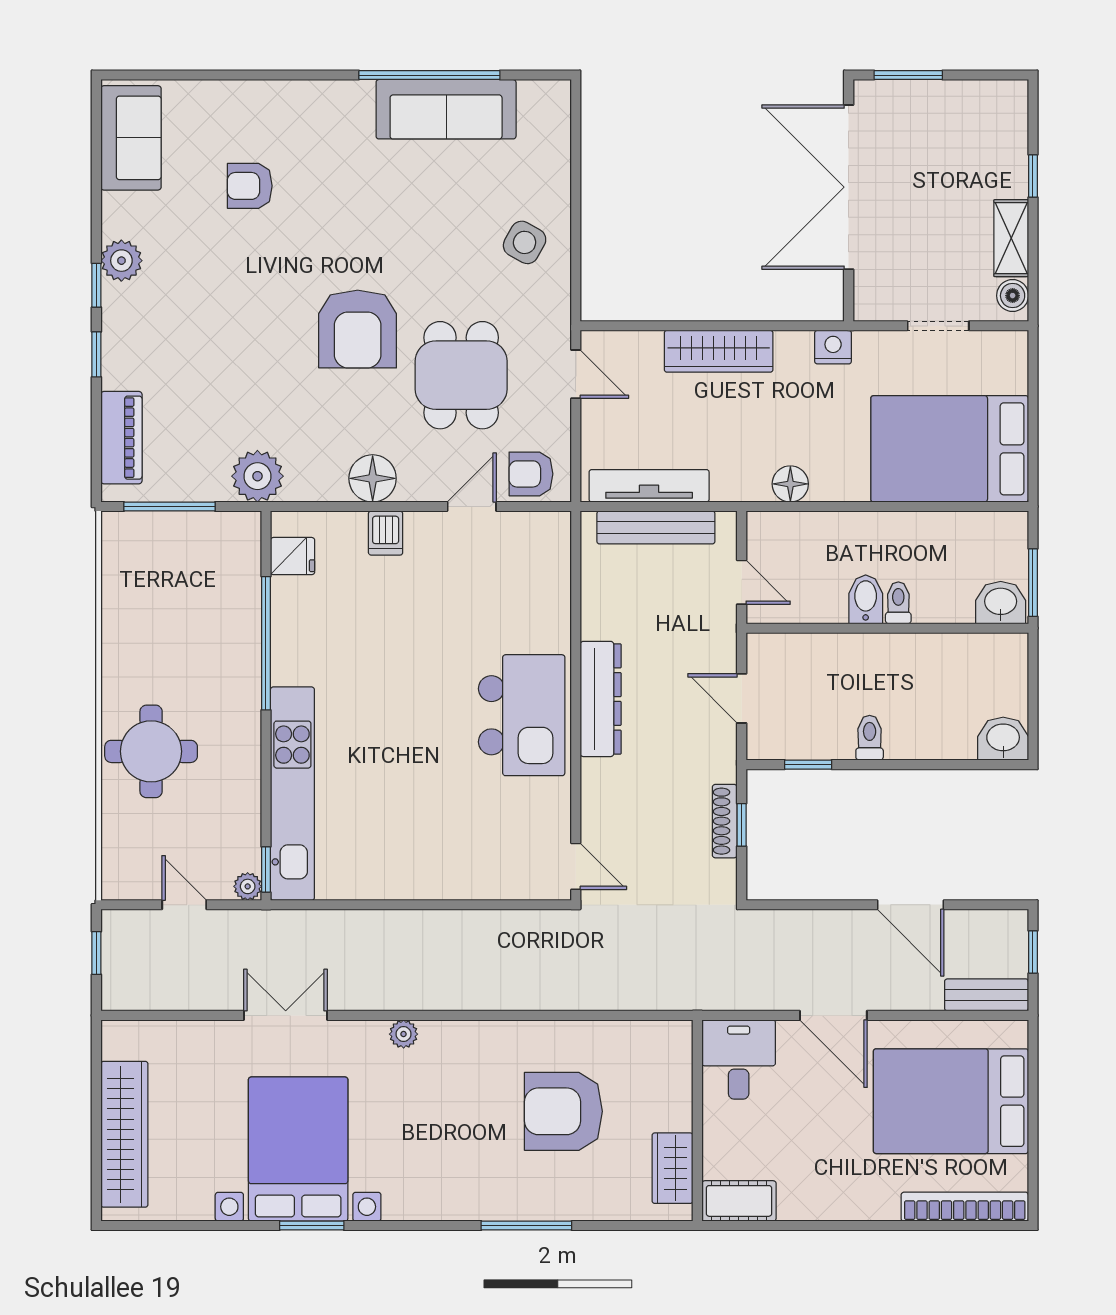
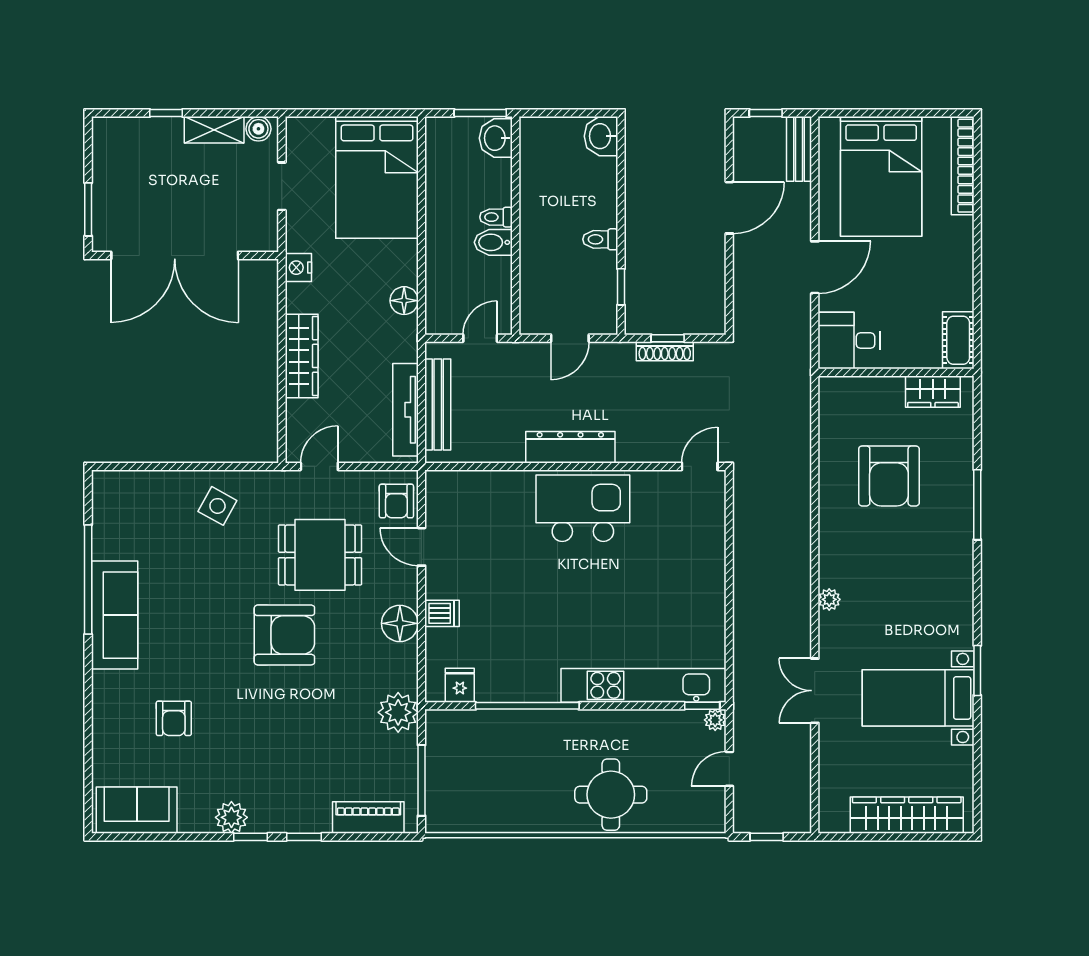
sofa: (446, 109) -> (115, 615), moved
bed with nightstands: (298, 1149) -> (918, 698), width x0.73

